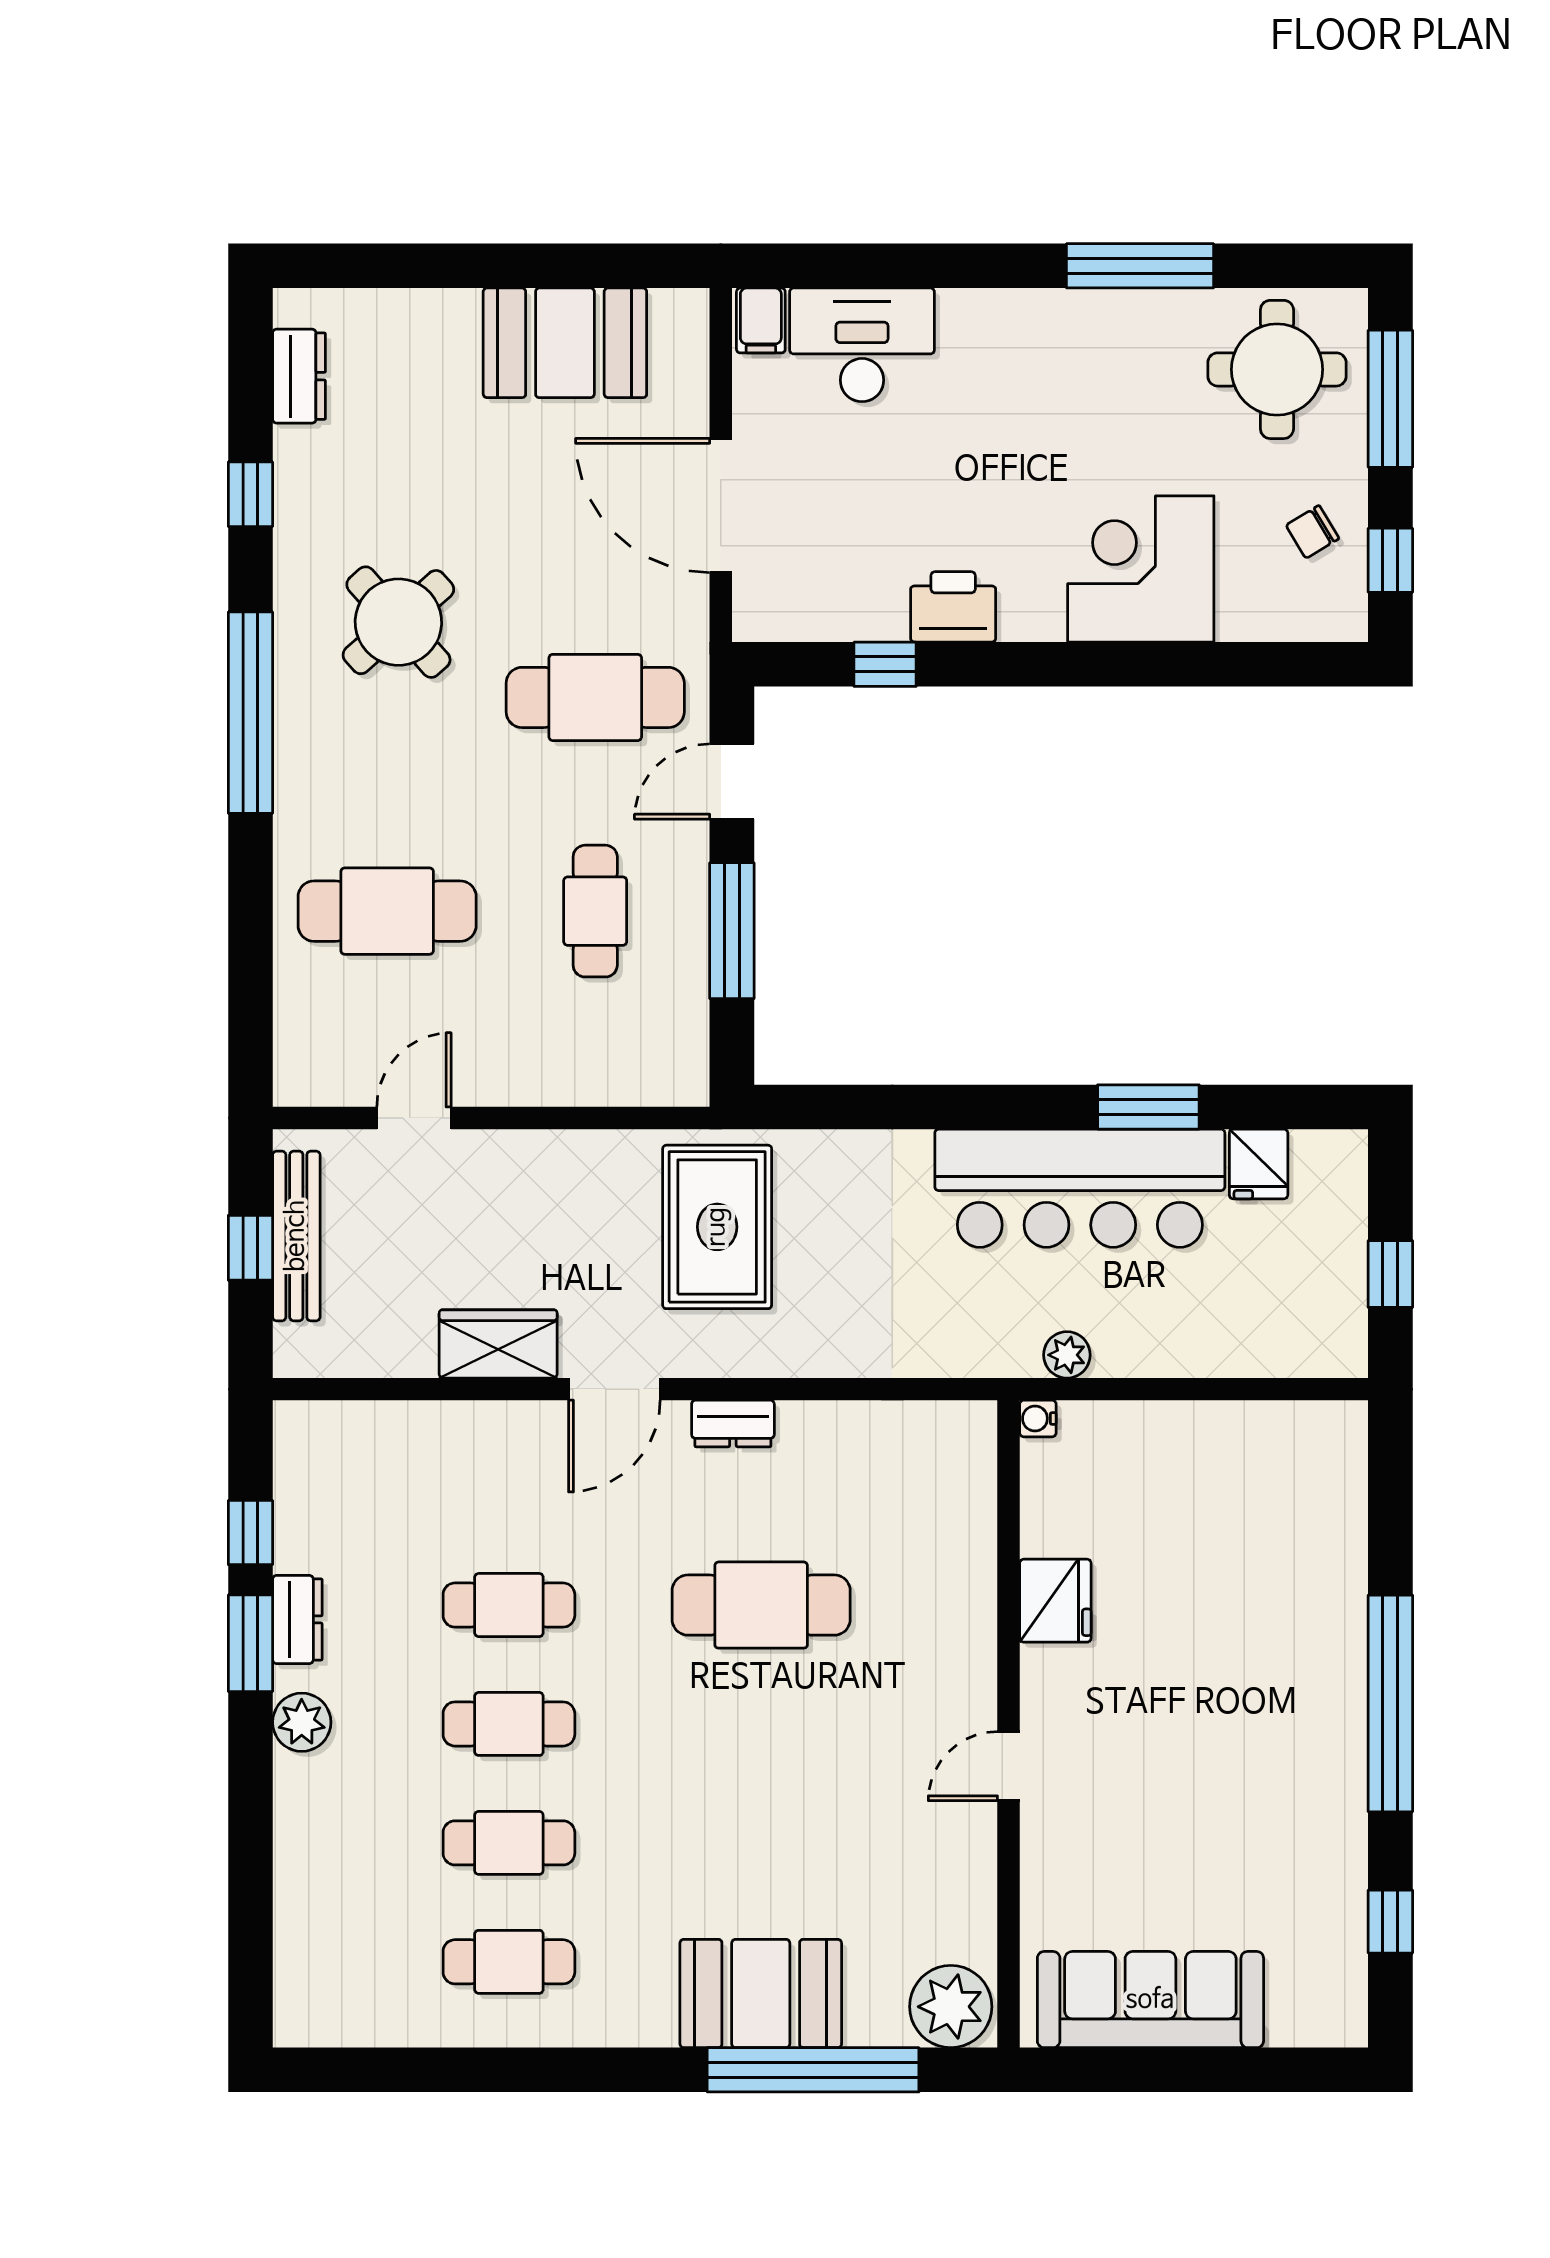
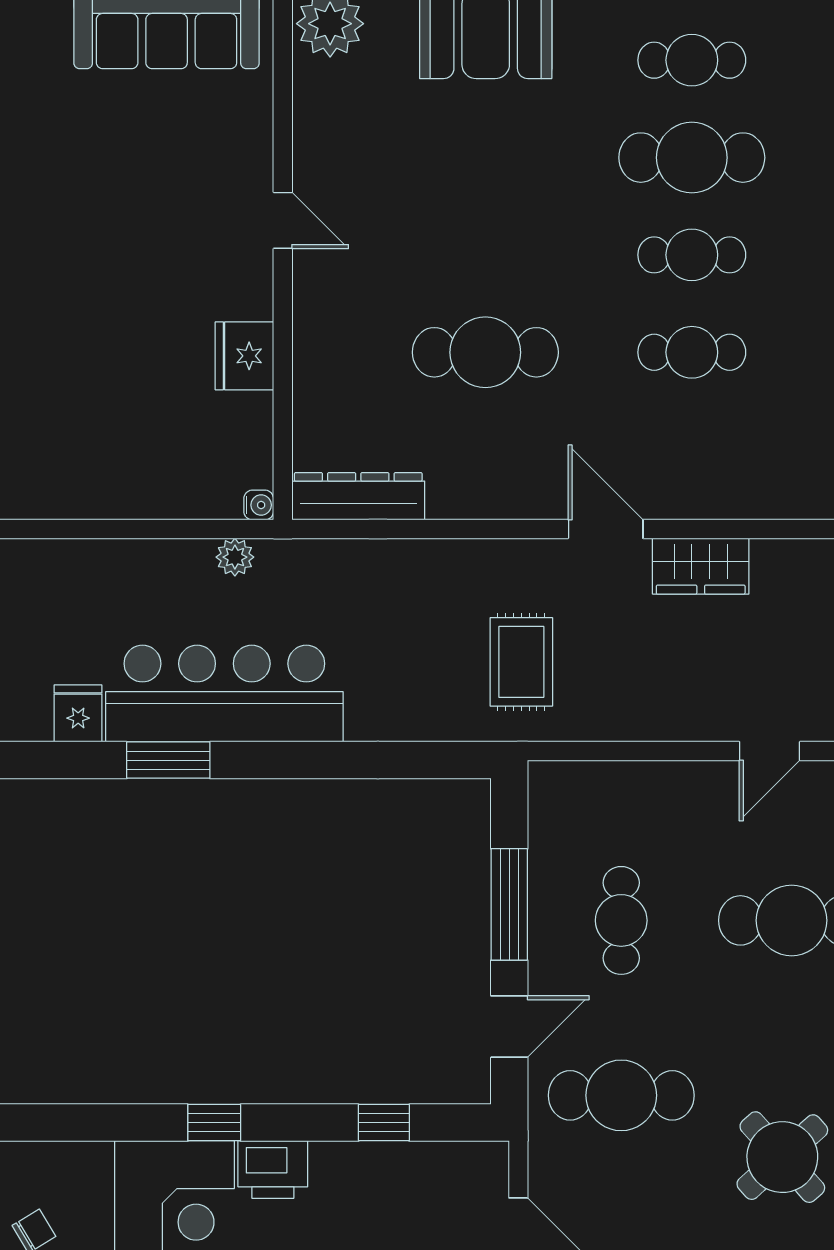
printer: (953, 607) -> (273, 1170), moved
window: (1092, 664) -> (214, 1123), added
rug: (717, 1227) -> (521, 662), width x0.73, depth x0.70
door: (614, 1389) -> (606, 529), hinge flipped
dresser: (733, 1423) -> (358, 496), moved, width x1.96, depth x1.24
door: (1009, 1766) -> (283, 220), hinge flipped
cafe table: (509, 1843) -> (692, 158), width x1.37, depth x1.35

